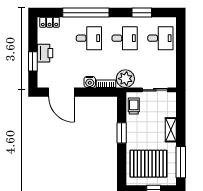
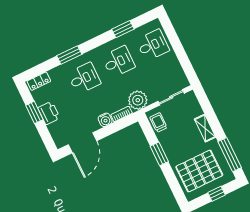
window: (86, 13) -> (69, 55), width x0.47
window: (33, 61) -> (34, 112), moved
door: (61, 92) -> (83, 143), hinge flipped

